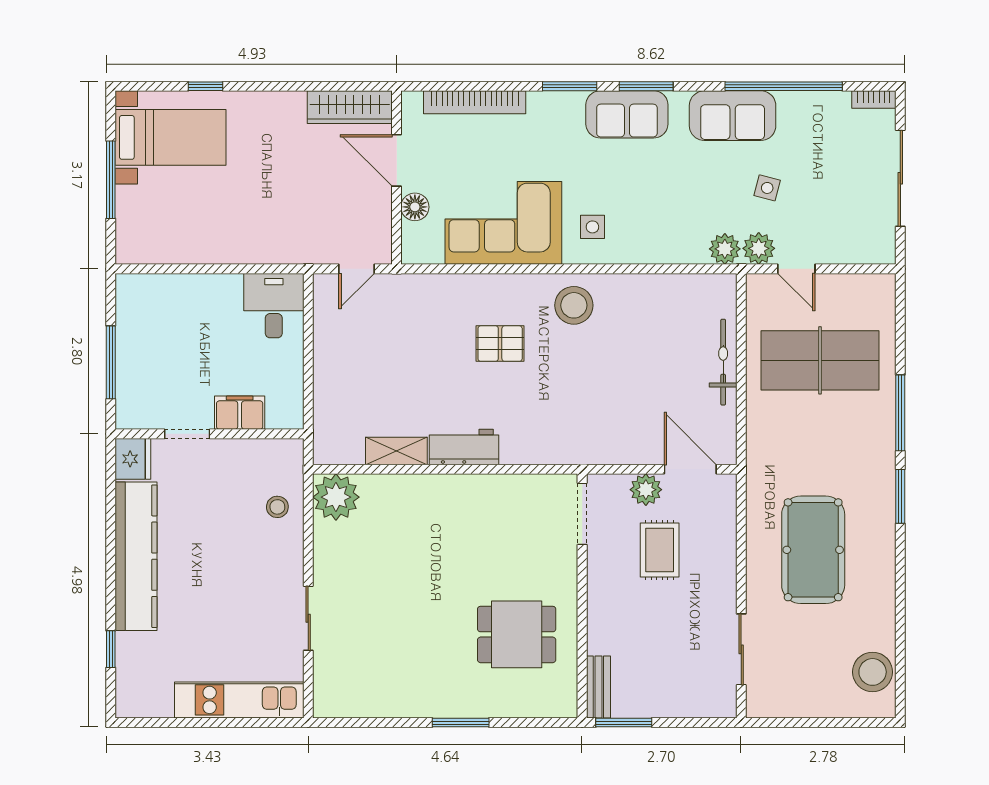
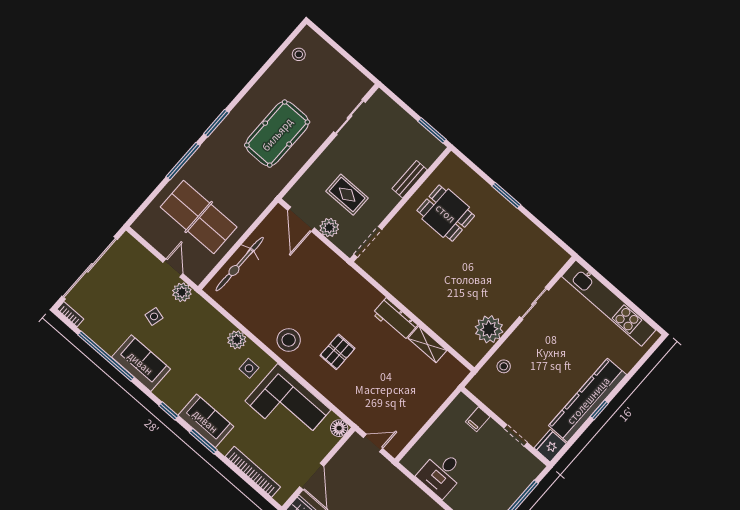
window: (646, 86) -> (169, 411), width x0.67
sofa: (627, 114) -> (206, 421), moved
sliding door: (900, 178) -> (90, 268), width x1.36
floor lamp: (415, 207) -> (339, 428), moved
plant: (725, 249) -> (237, 340), moved
desk: (274, 306) -> (441, 473), moved
pallet: (500, 344) -> (337, 352), turned 90
bicycle: (723, 362) -> (240, 264), width x1.37, depth x1.40
filing cabinet: (240, 413) -> (478, 419), width x0.50
plant: (336, 497) -> (489, 329), moved
rug: (660, 550) -> (347, 195), turned 90
window: (111, 649) -> (599, 410), moved
stool: (873, 672) -> (299, 54), width x0.53, depth x0.53
bench: (598, 687) -> (410, 179), moved
kitchen unit: (239, 700) -> (609, 303), width x1.36

